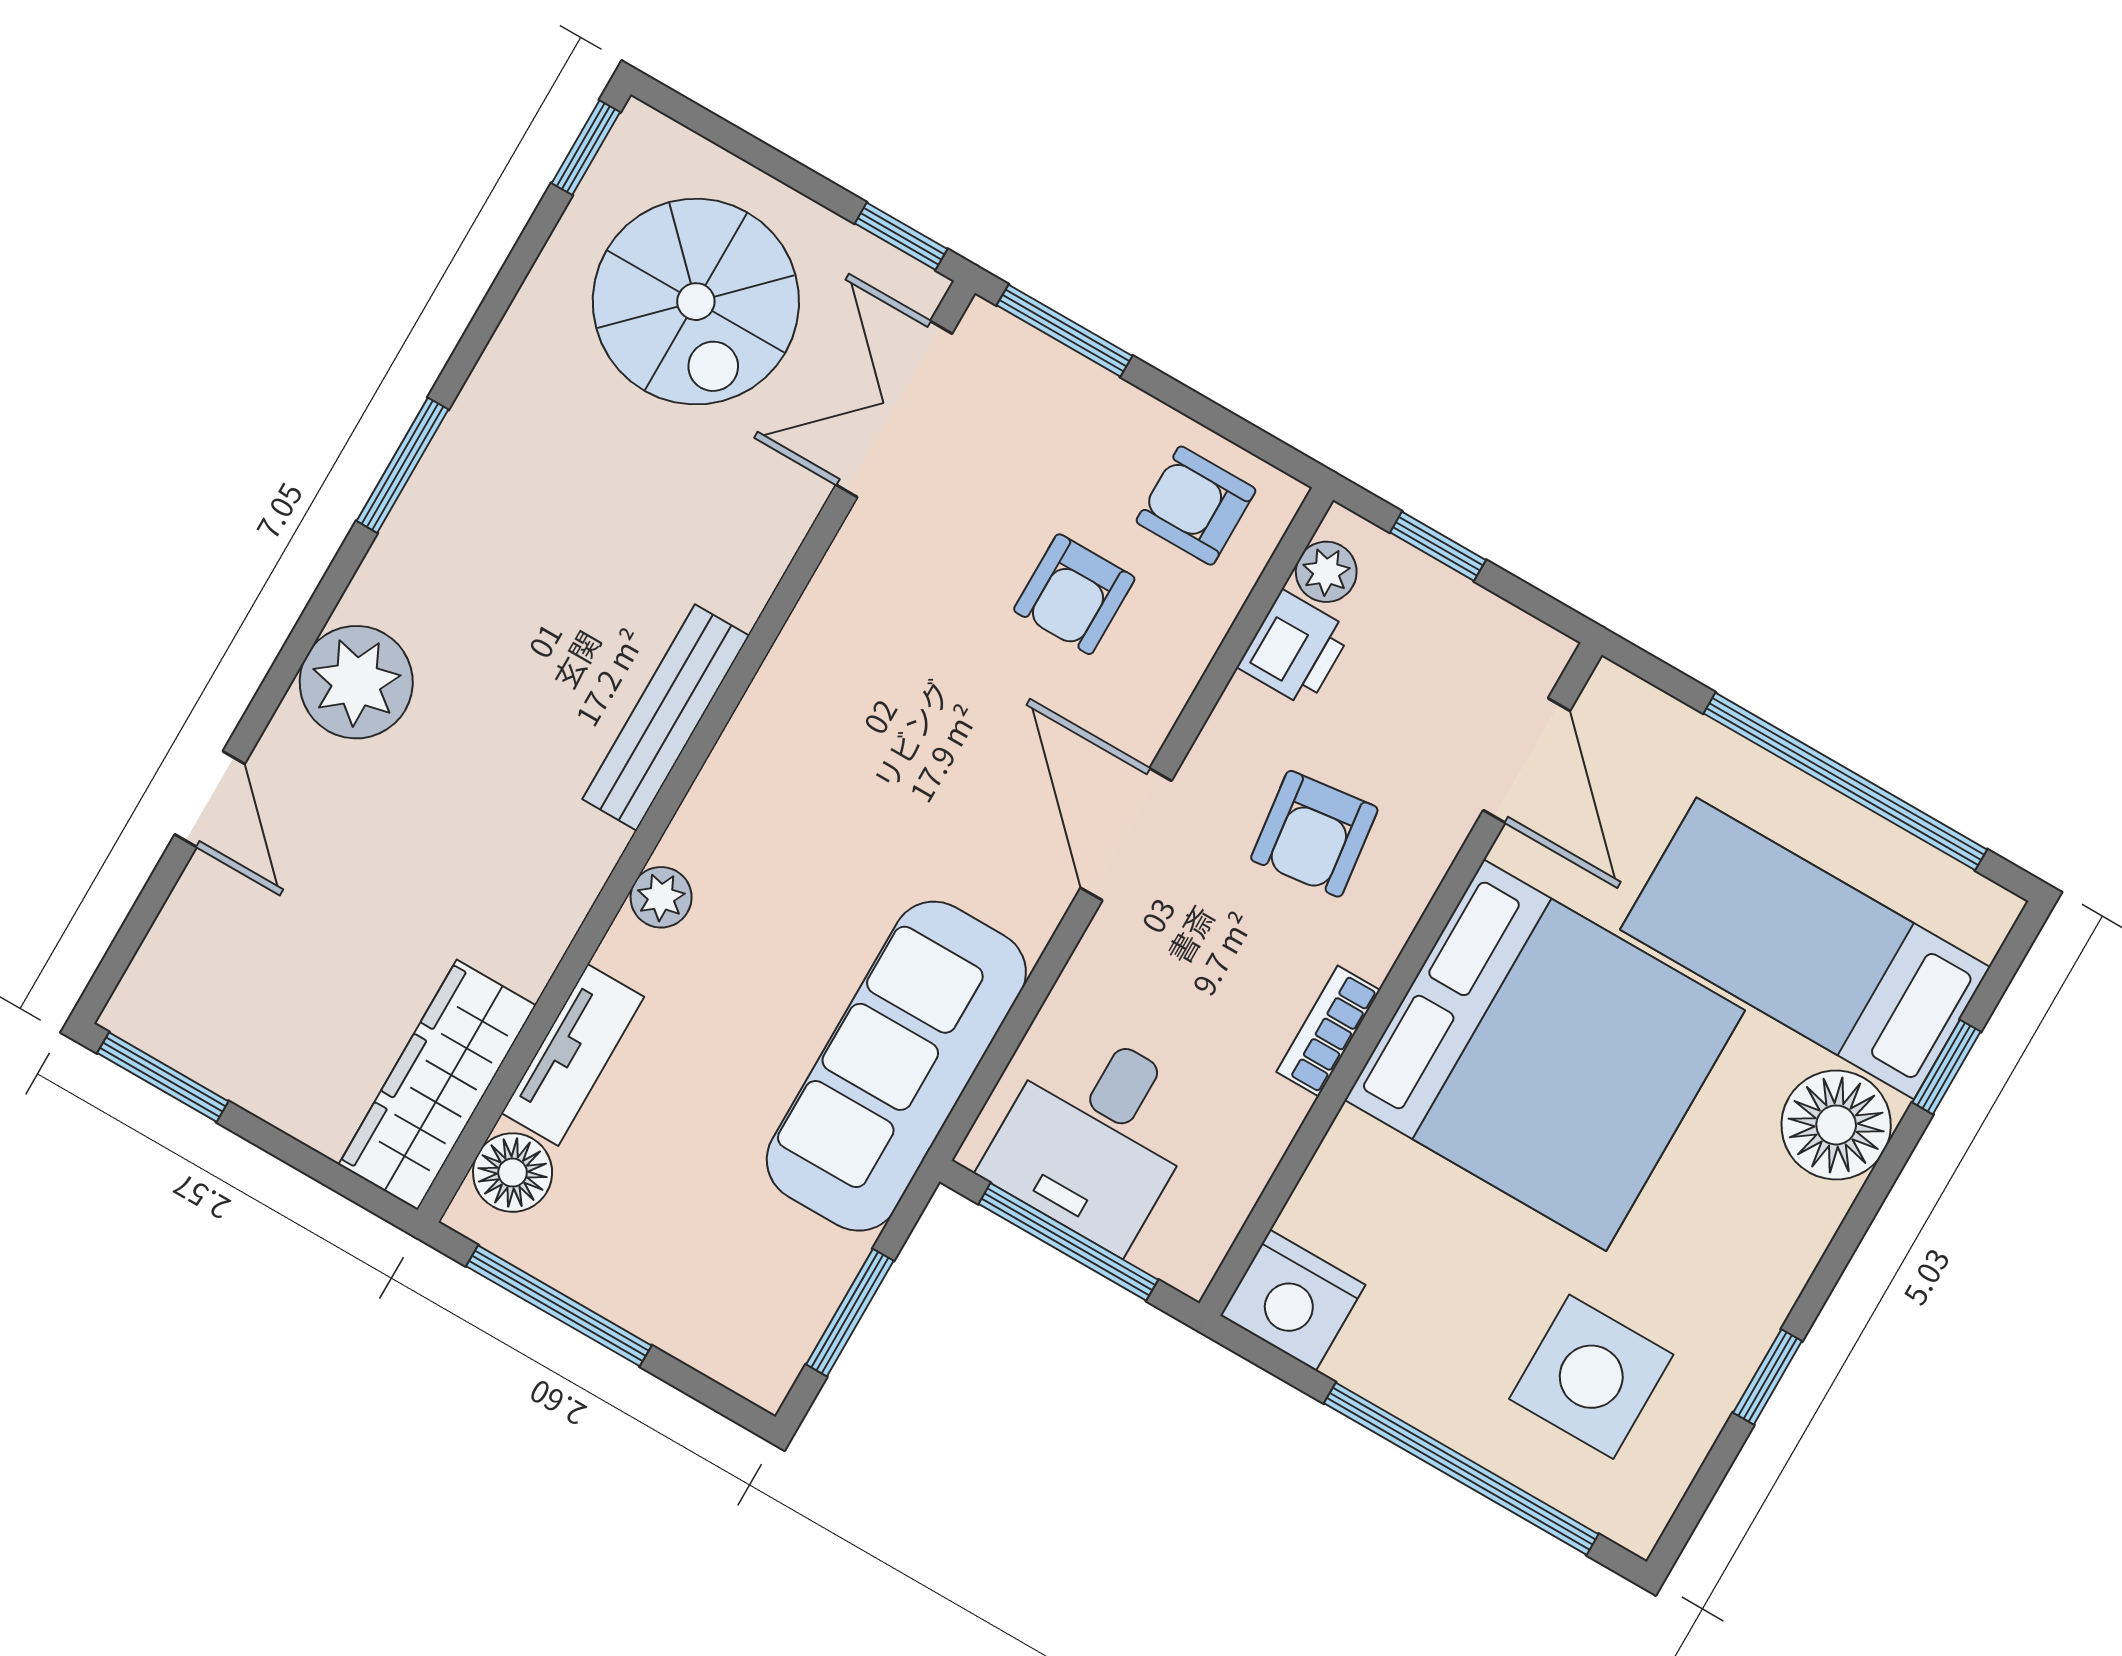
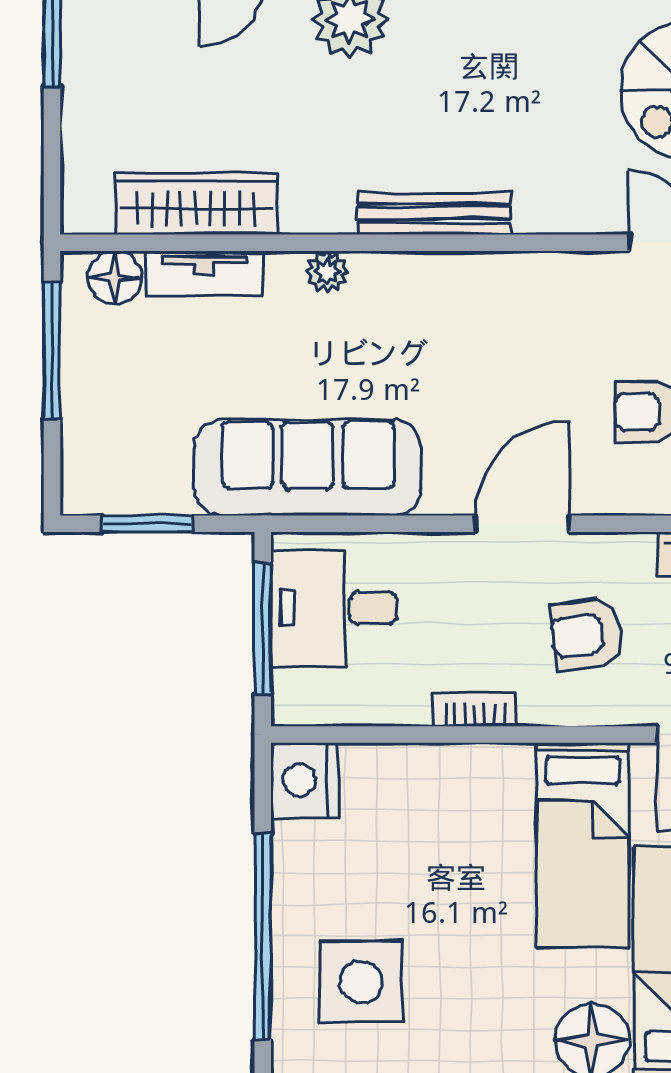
bed: (1545, 1055) -> (583, 845), width x0.49
wardrobe: (437, 1085) -> (196, 204), moved

